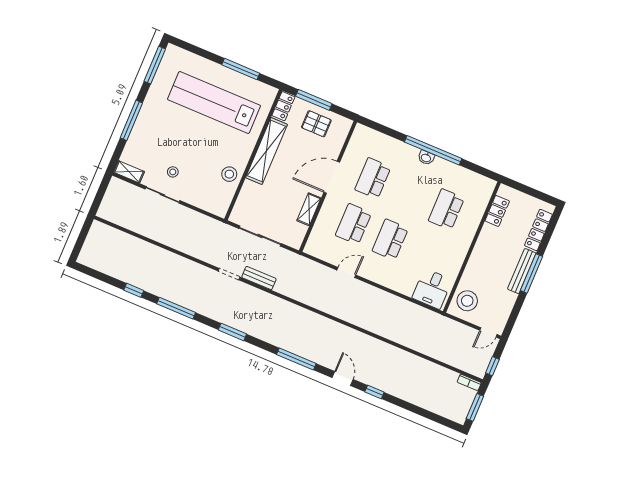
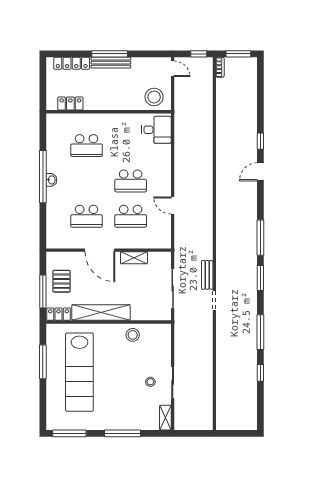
window: (296, 359) -> (260, 238), moved

